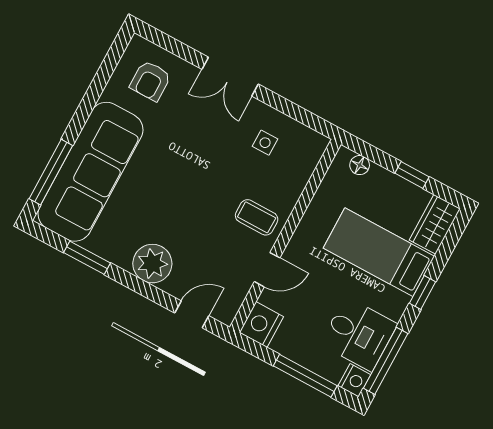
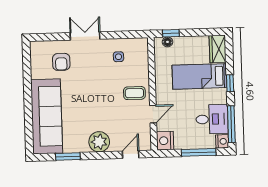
double door: (230, 77) -> (85, 36), swing flipped
armchair: (150, 81) -> (61, 62), moved
window: (51, 172) -> (29, 127), removed
window: (412, 175) -> (171, 33), moved

